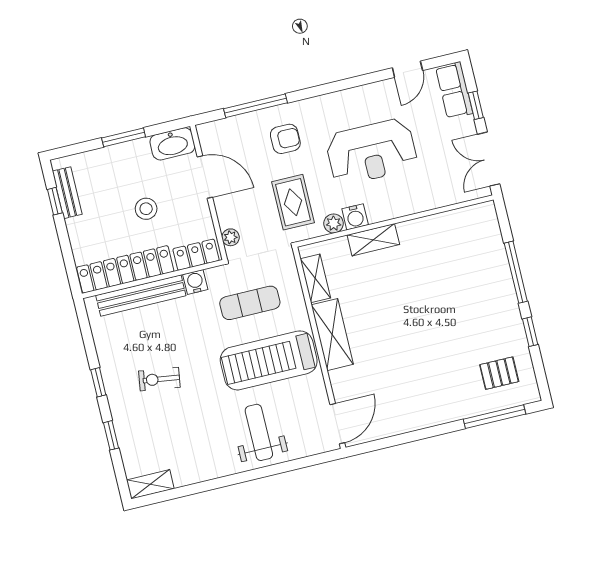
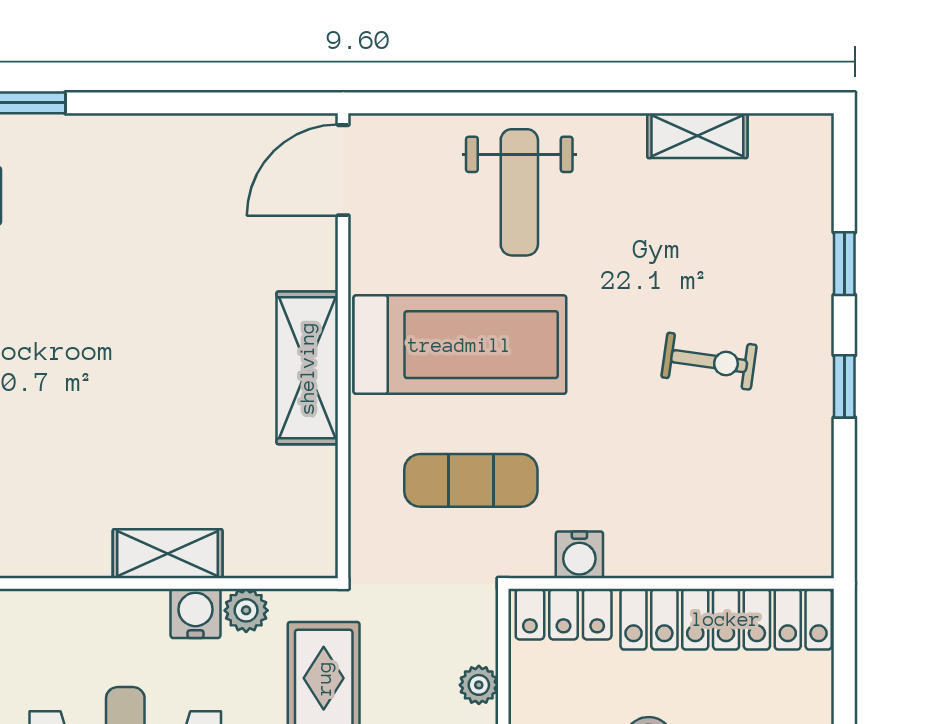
plant: (231, 237) -> (479, 685), moved
shelving: (315, 278) -> (315, 500), removed
bench: (141, 296) -> (706, 554), removed
shelving: (150, 484) -> (697, 136), moved

